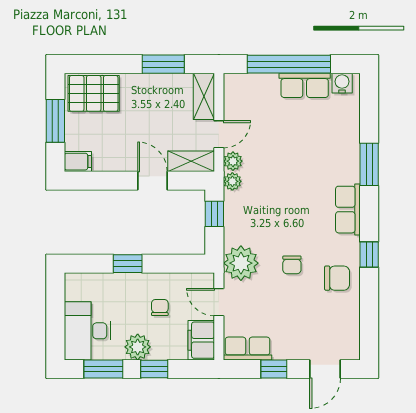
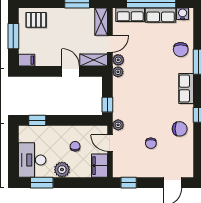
pallet: (94, 93) -> (36, 20), width x0.67, depth x0.71
chair: (339, 144) -> (181, 50), added
window: (214, 214) -> (107, 105), moved
plant: (241, 263) -> (118, 125), width x0.53, depth x0.53
window: (128, 264) -> (37, 120), moved
chair: (292, 265) -> (151, 143), moved
row of seats: (248, 349) -> (130, 15), moved, turned 180
window: (154, 369) -> (72, 183), removed
window: (274, 369) -> (129, 183), moved

